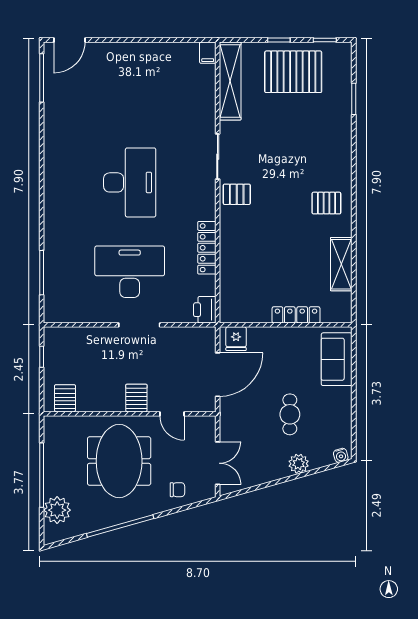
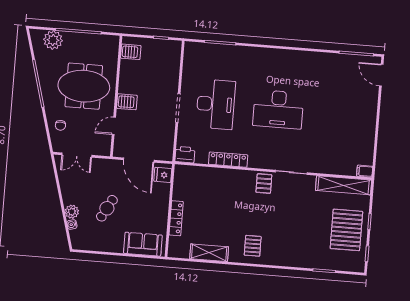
cafe table: (290, 414) -> (107, 208), turned -61
water cooler: (341, 455) -> (72, 224), moved

